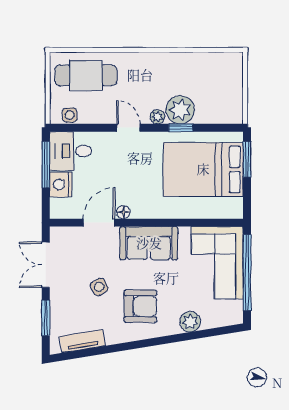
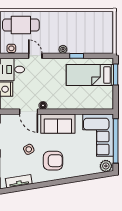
plant: (180, 110) -> (76, 45), removed
door: (128, 128) -> (35, 56), moved
bed: (203, 169) -> (90, 75), width x0.67
door: (99, 223) -> (29, 112), swing flipped
plant: (190, 322) -> (106, 166), moved

